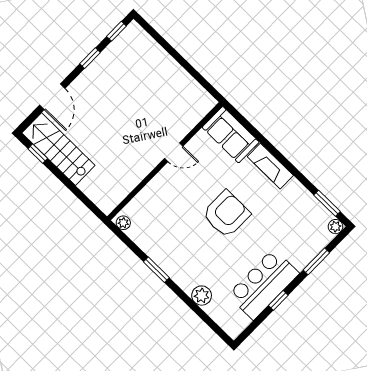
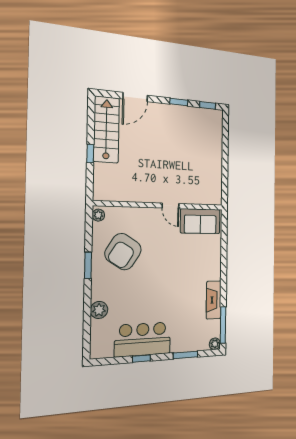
sofa: (231, 135) -> (200, 221), moved, turned -90
window: (38, 154) -> (90, 154), moved
fireplace: (270, 166) -> (214, 300), moved
window: (327, 203) -> (223, 325), width x1.44
armchair: (226, 214) -> (123, 252), moved, turned 123

